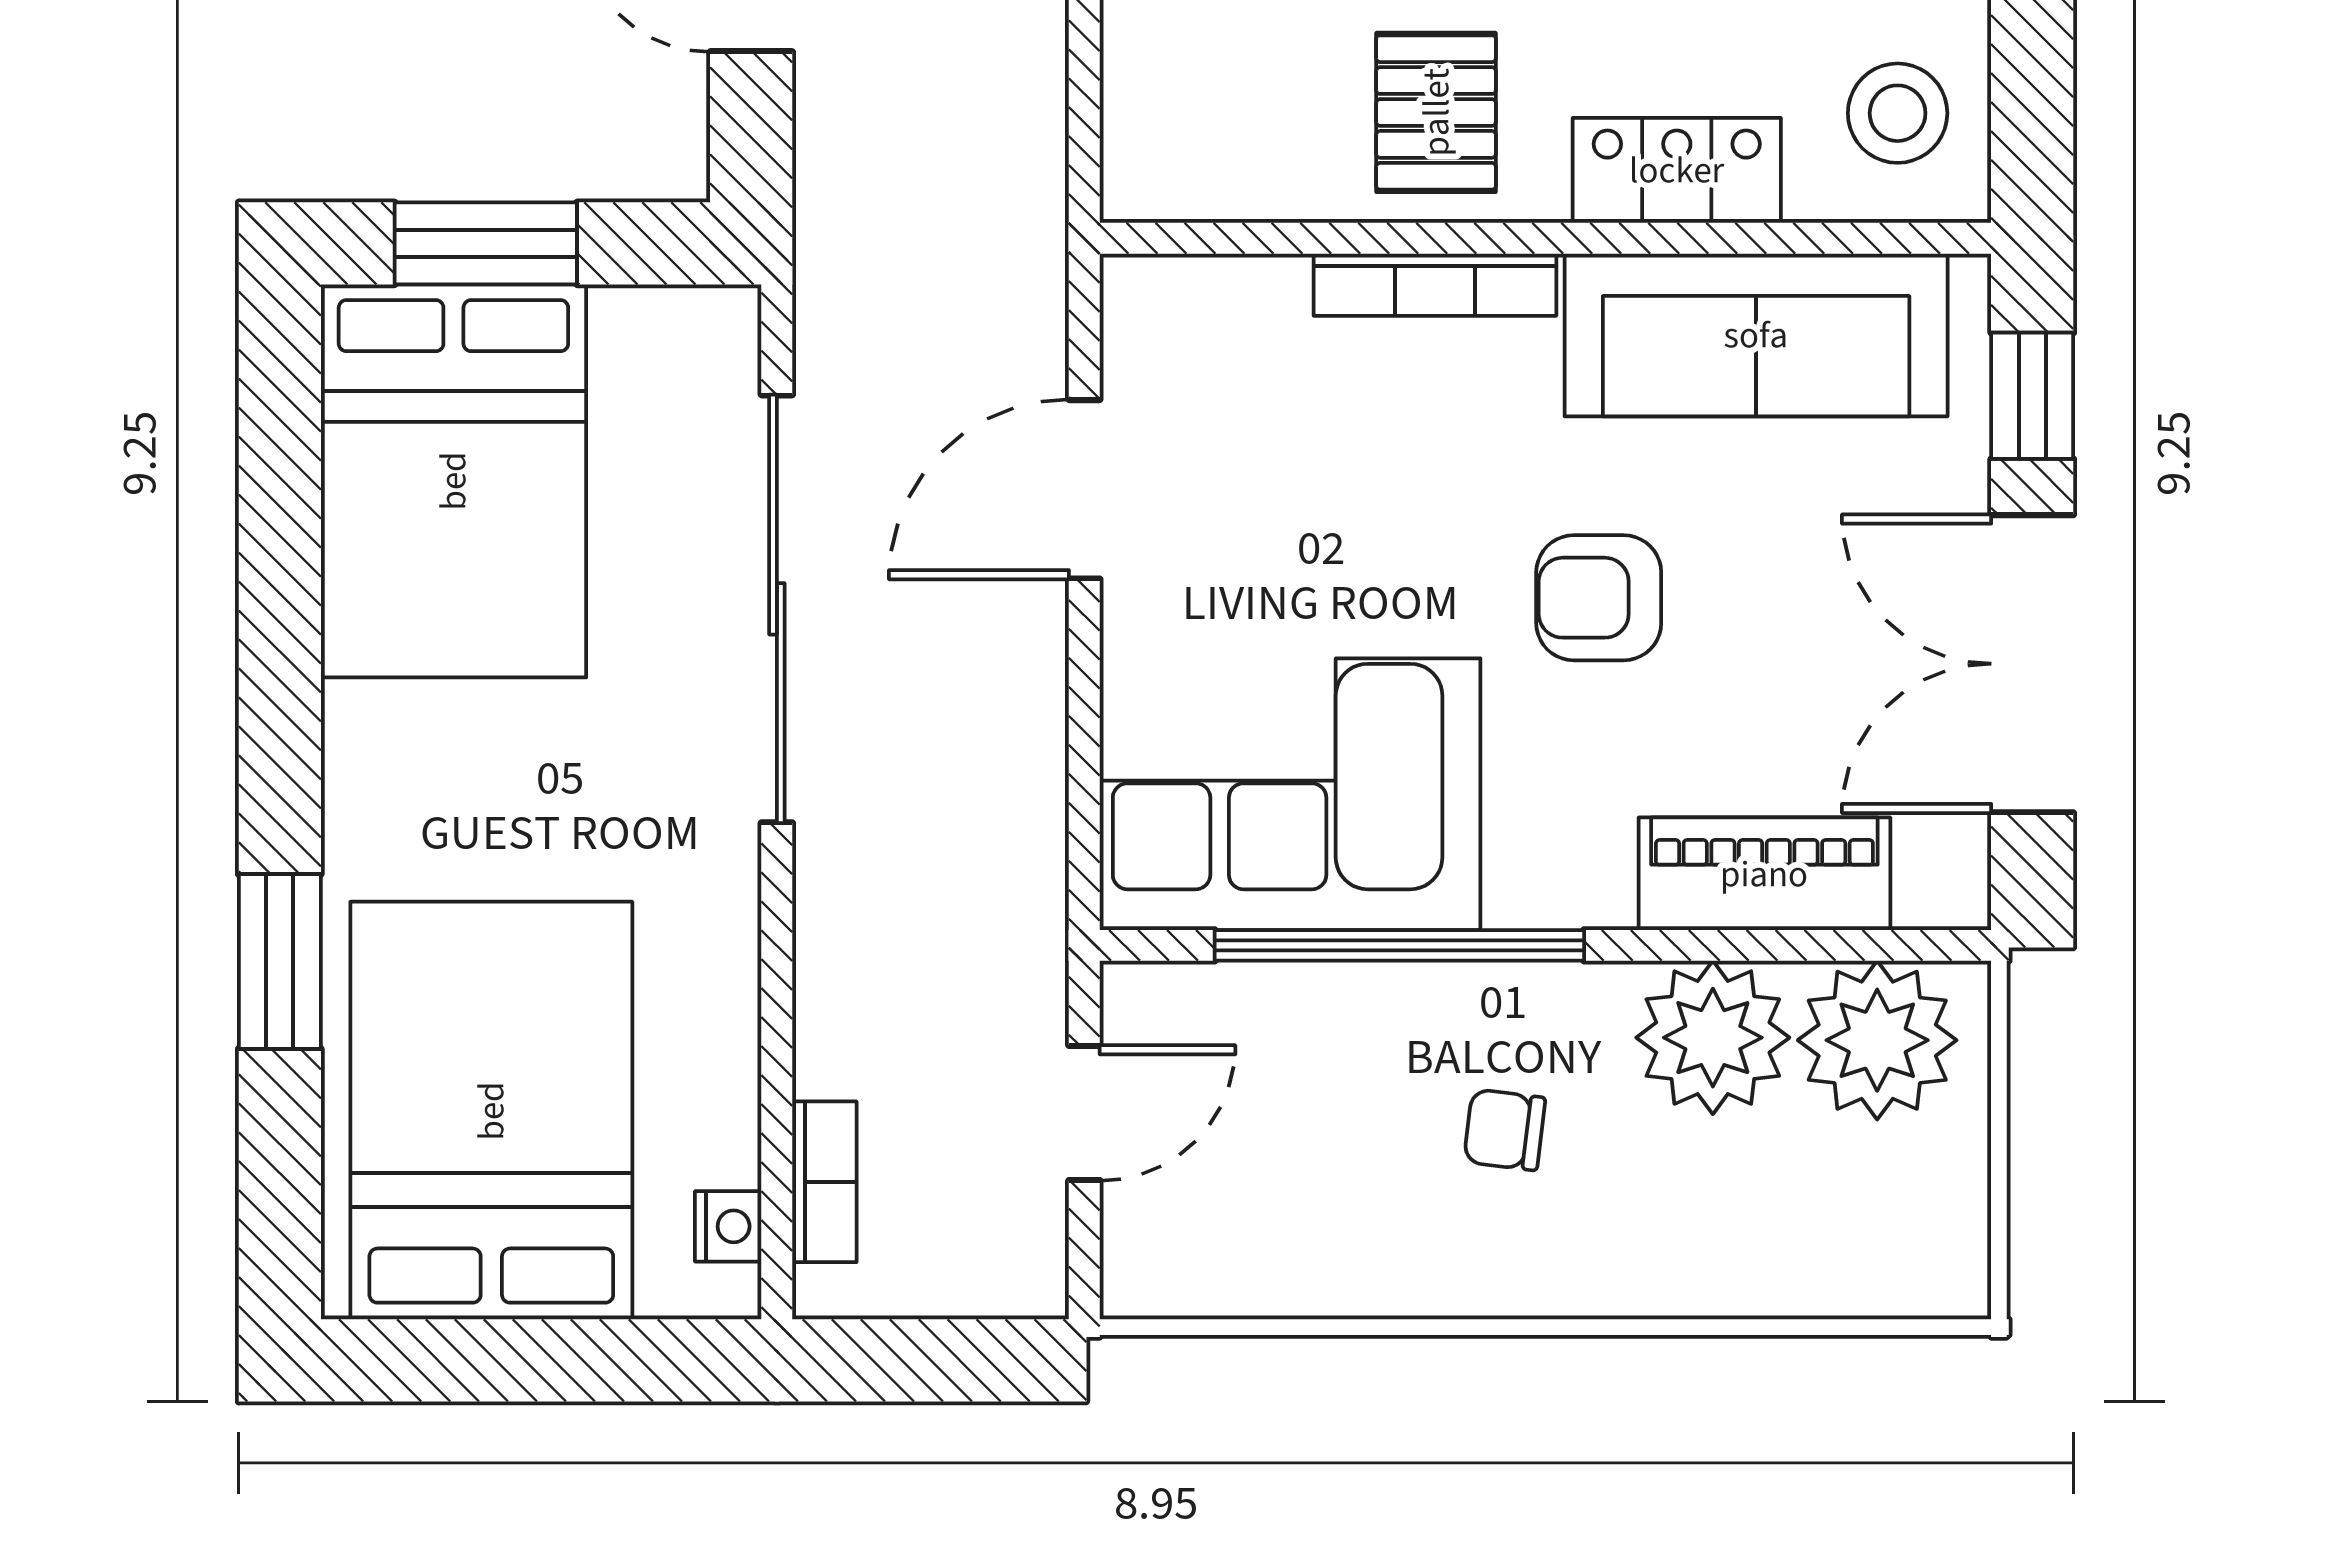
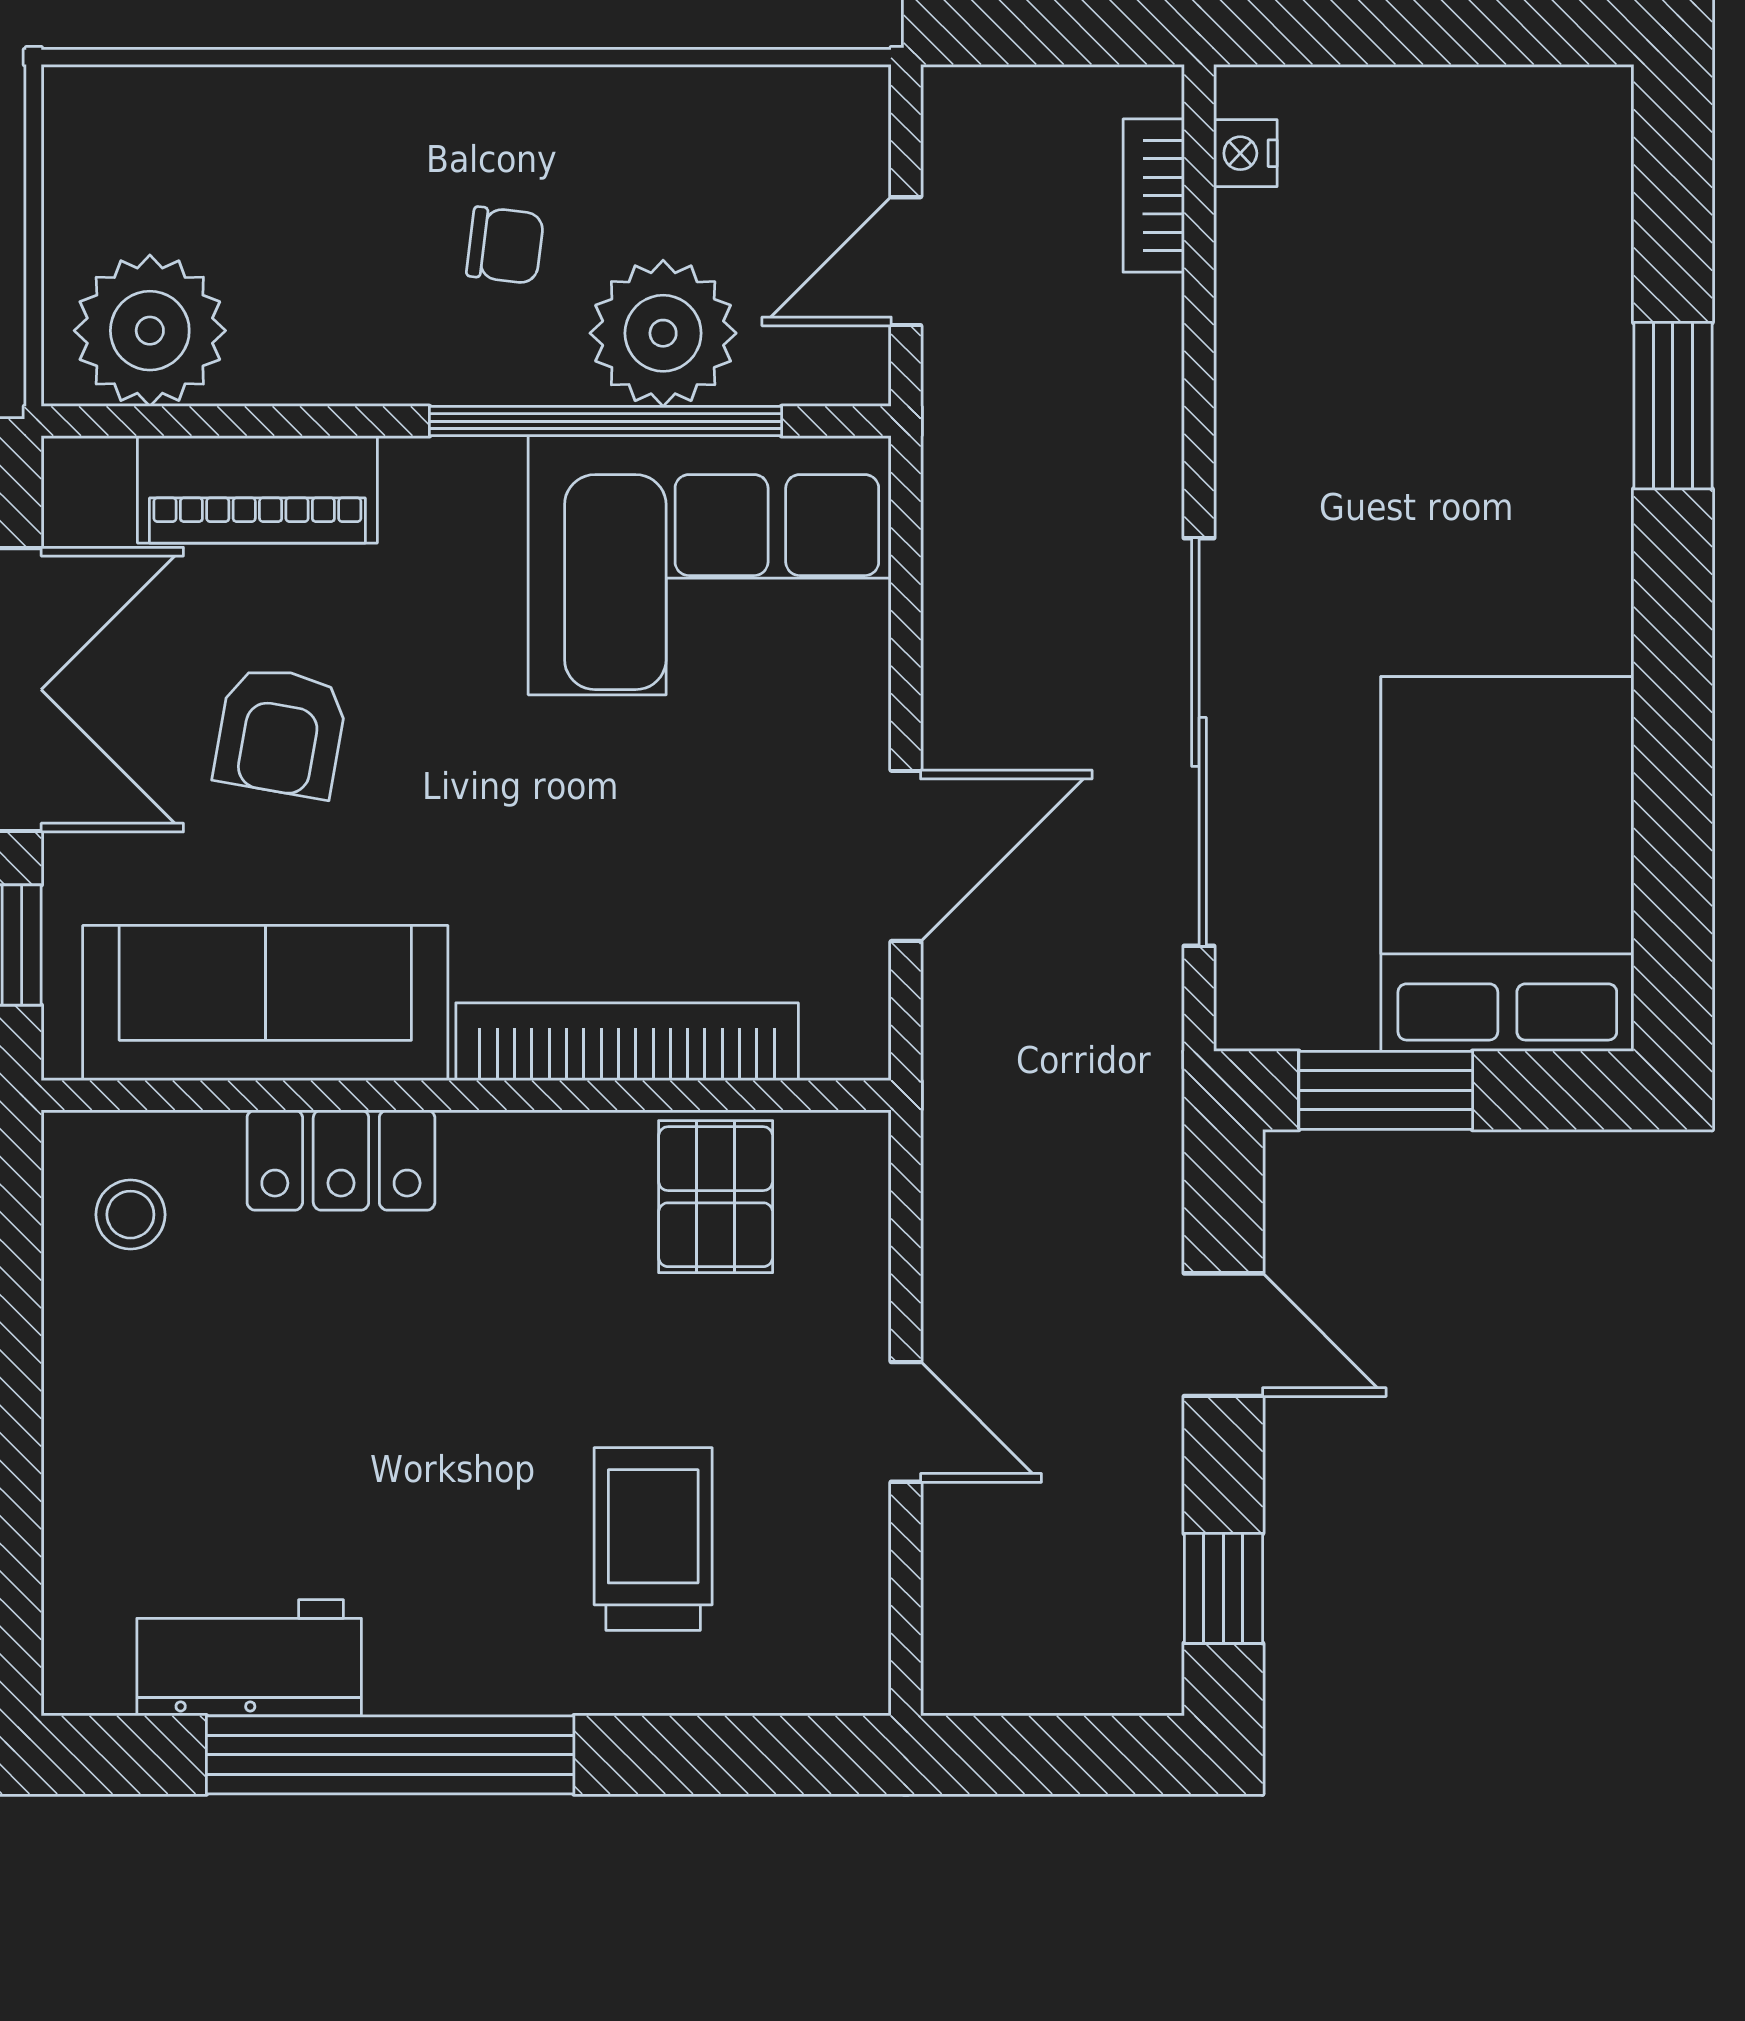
pallet: (1436, 112) -> (716, 1197), moved
stool: (1898, 113) -> (130, 1215), width x0.73, depth x0.73
window: (486, 243) -> (1386, 1090), moved
bookcase: (1435, 285) -> (627, 1042), width x1.48, depth x1.31
armchair: (1599, 598) -> (281, 732), moved, turned 100
plant: (1713, 1038) -> (663, 333), moved
bed: (491, 1111) -> (1471, 264), removed

